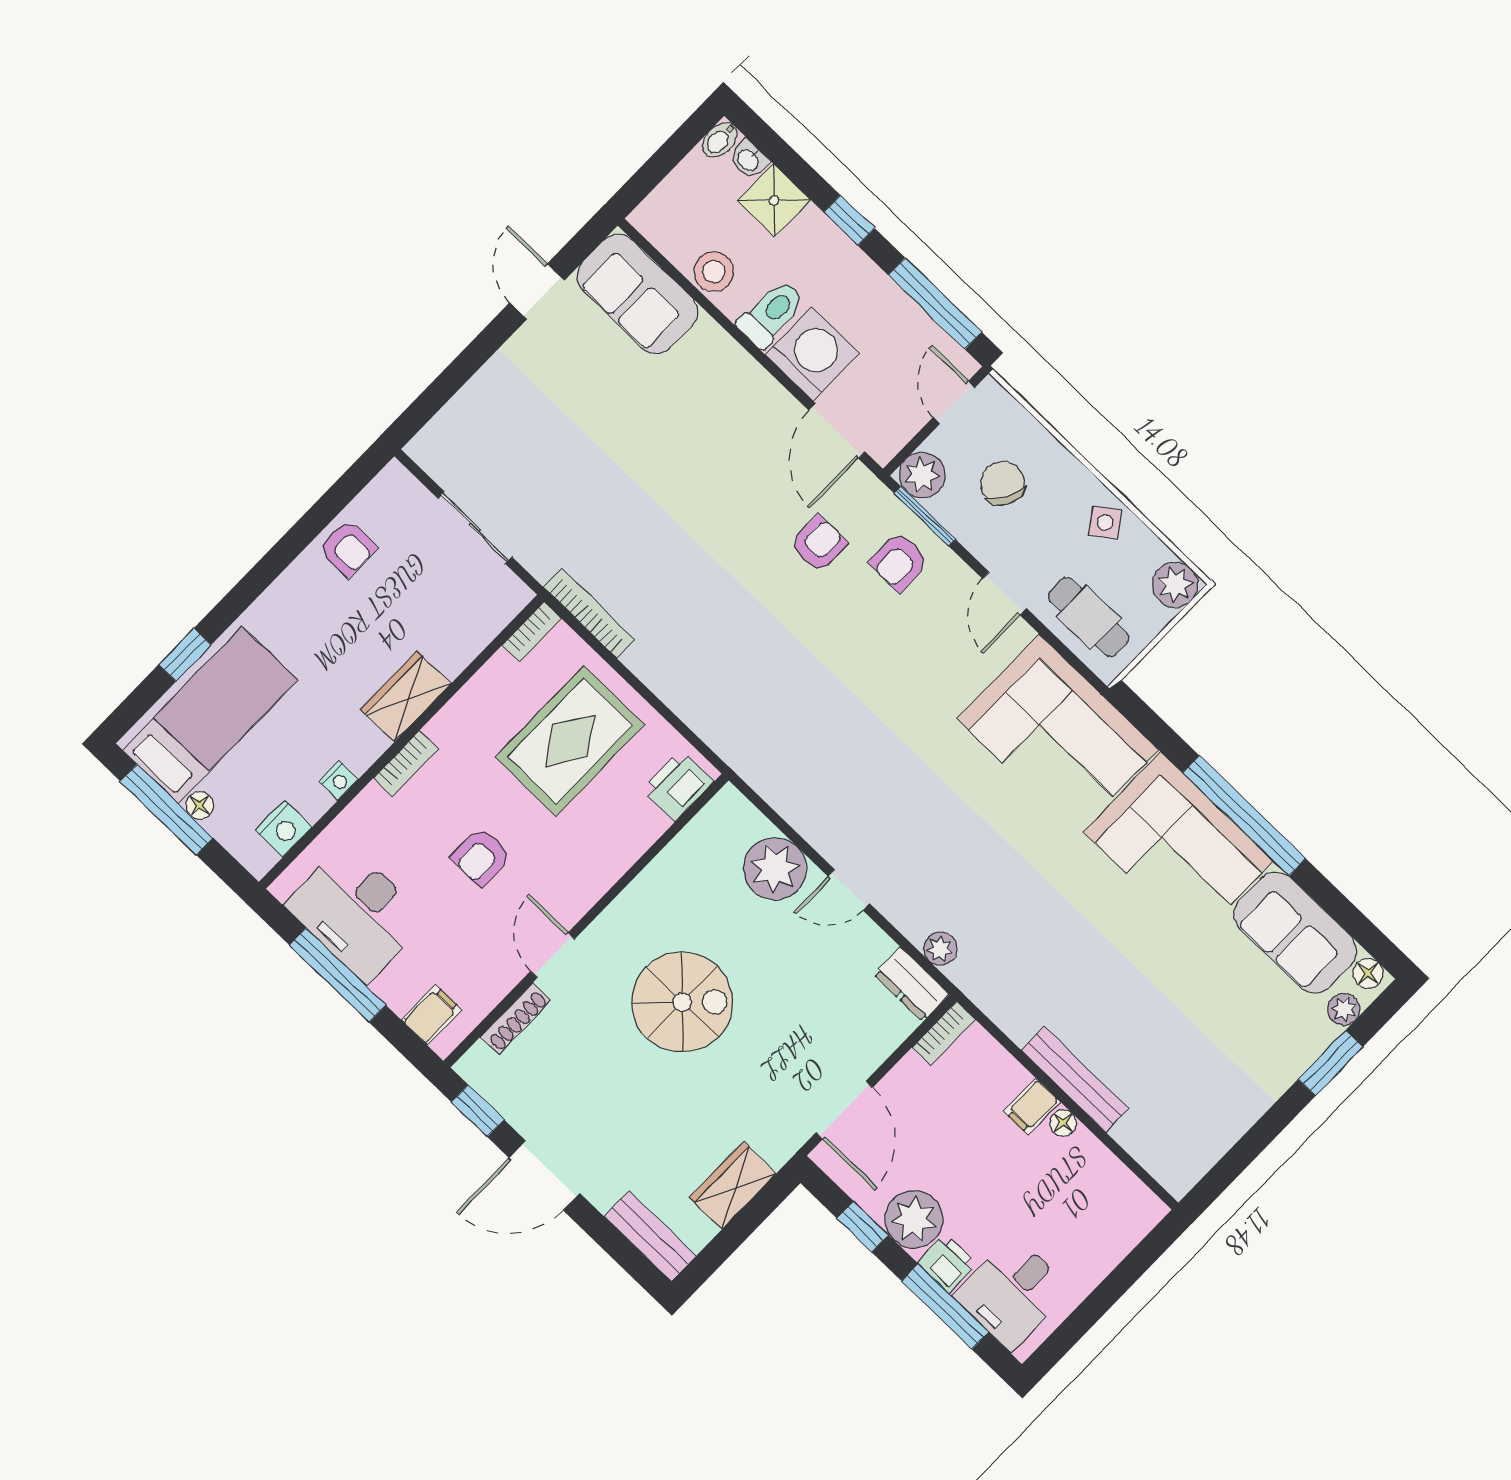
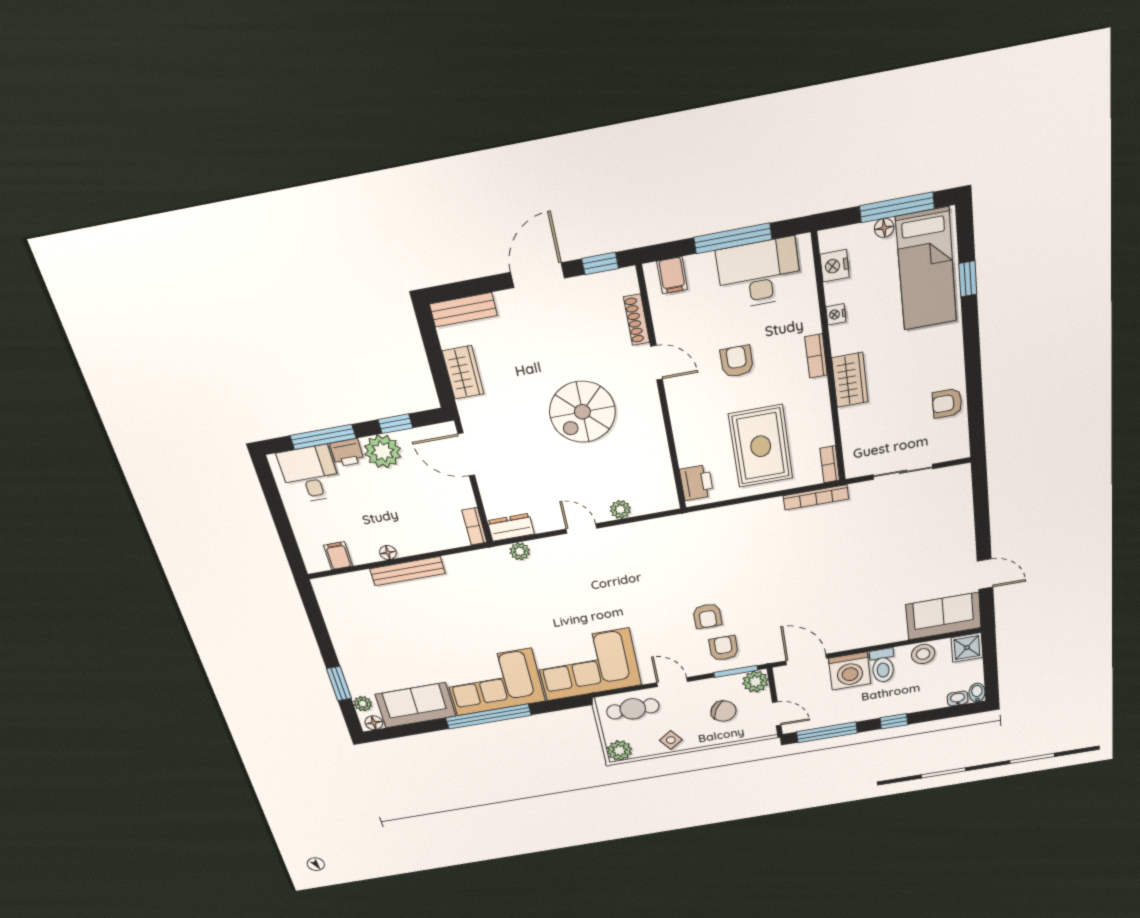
shower: (774, 200) -> (967, 648), moved
armchair: (819, 544) -> (707, 616), moved
plant: (775, 869) -> (620, 509), width x0.53, depth x0.53
door: (849, 890) -> (581, 529), hinge flipped
filing cabinet: (1032, 1107) -> (338, 556), moved

